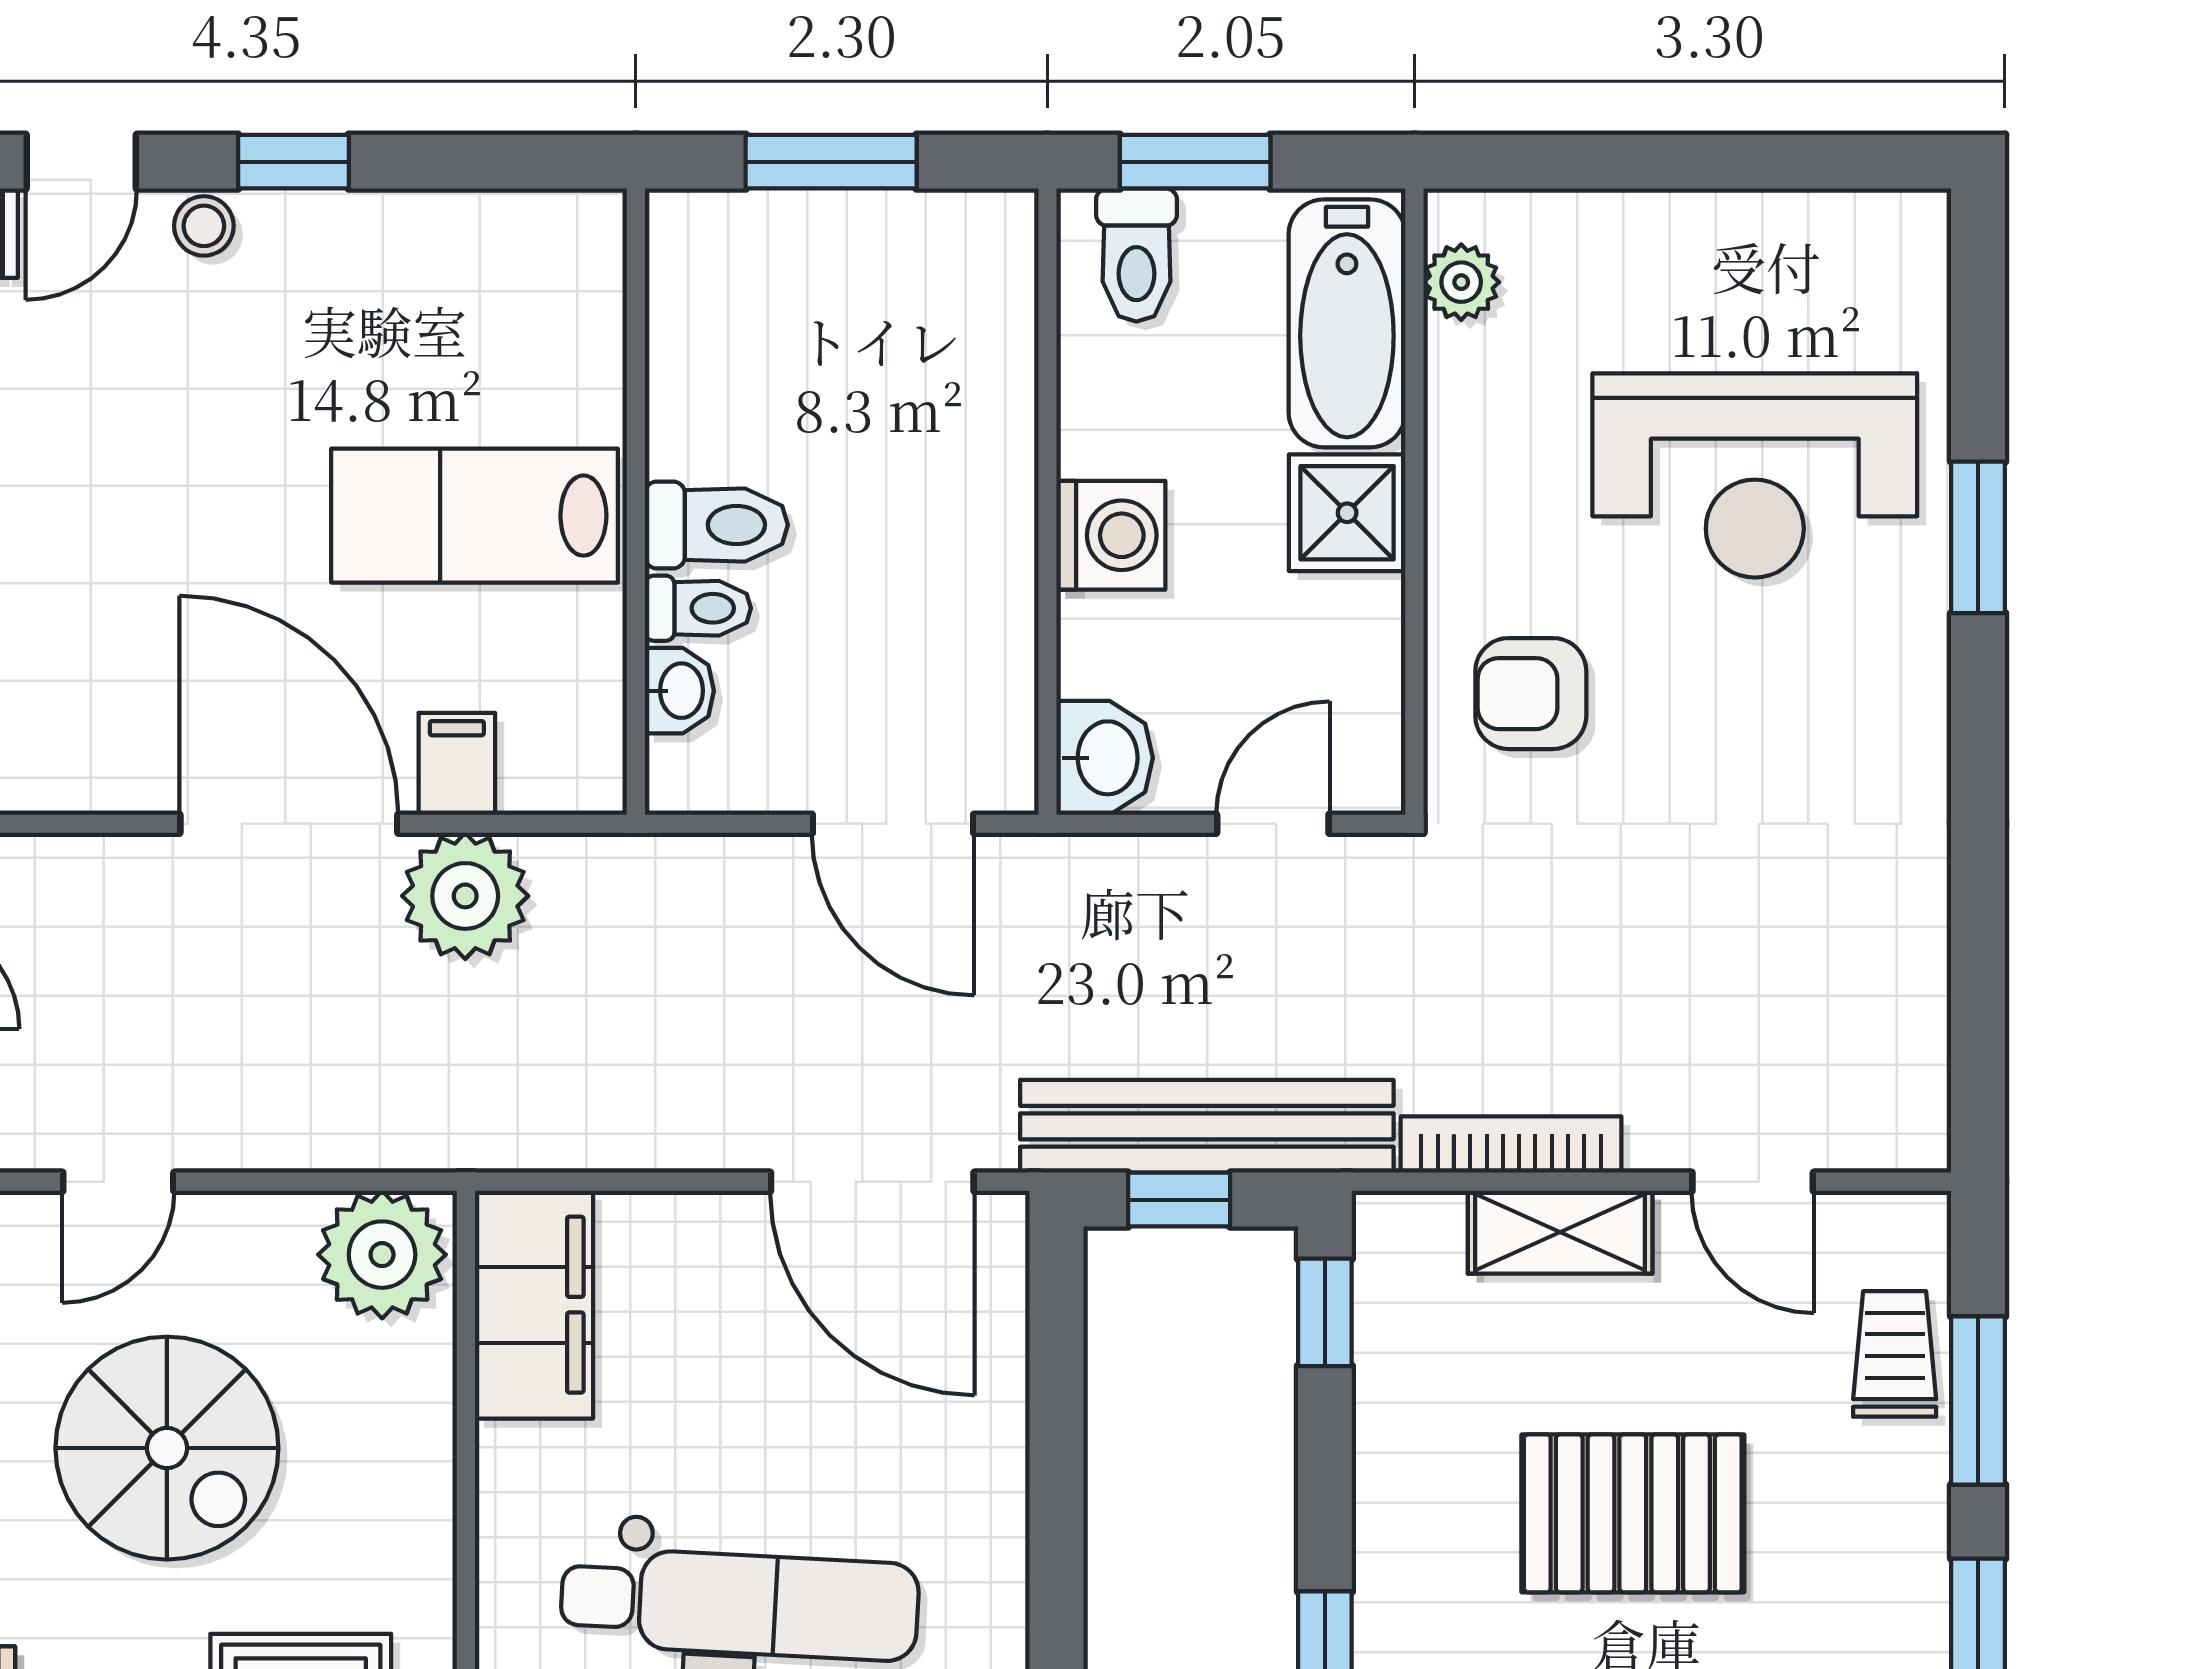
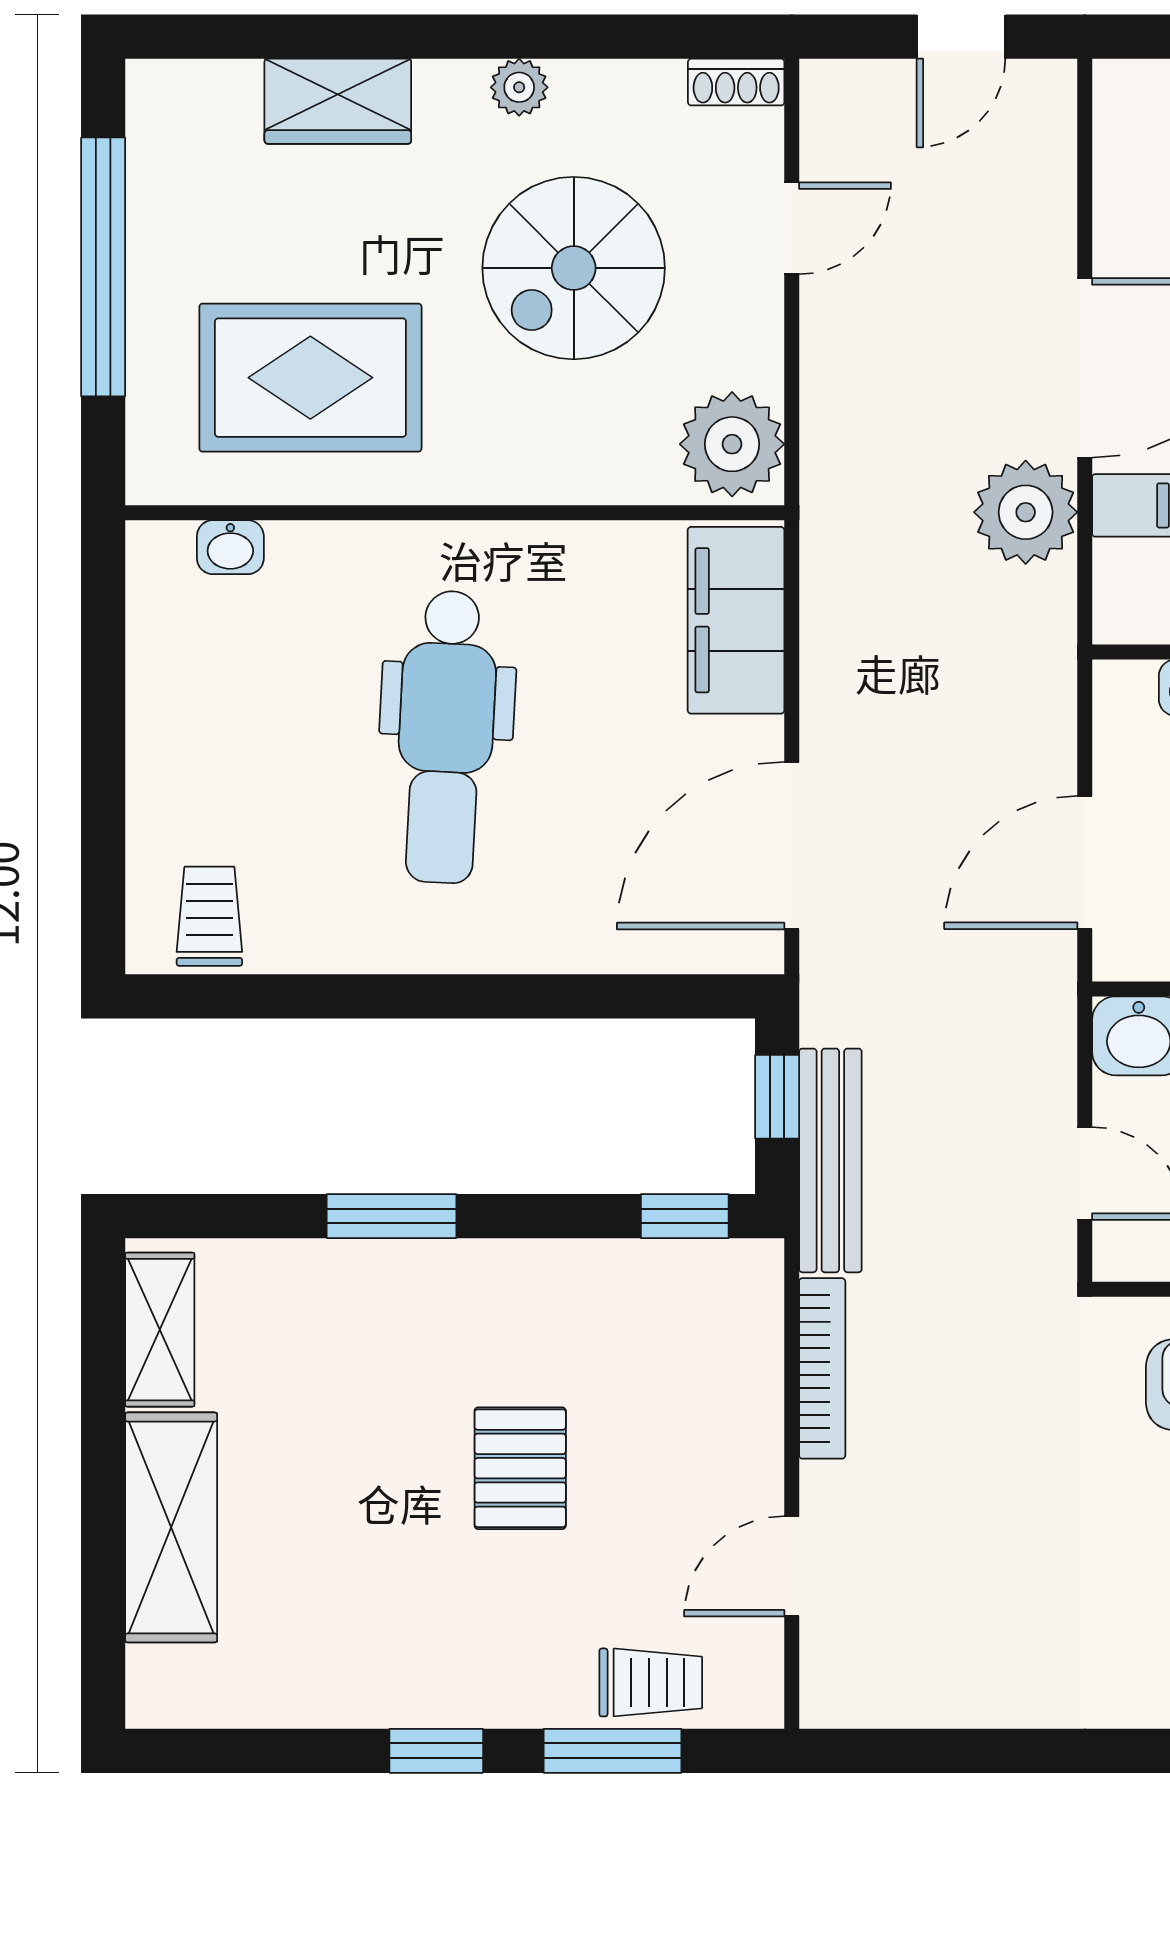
bench: (1207, 1126) -> (830, 1160), width x0.73, depth x0.82
door: (118, 1182) -> (792, 228), swing flipped
shelving: (1560, 1232) -> (750, 1409), removed
filing cabinet: (534, 1305) -> (736, 620), moved, turned 90
pallet: (1633, 1513) -> (520, 1468), width x0.67, depth x0.71

